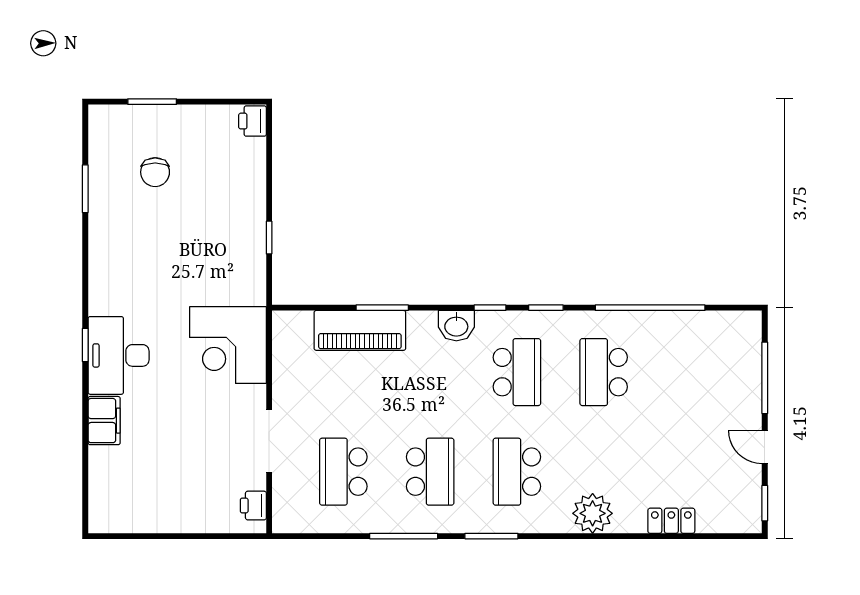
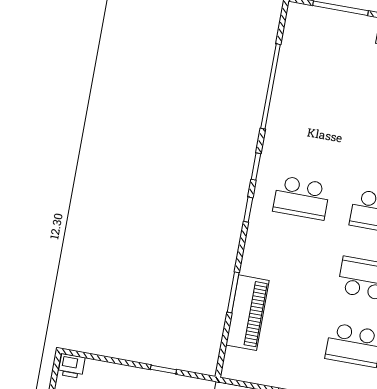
washbasin: (456, 326) -> (257, 238), removed
school desk: (517, 372) -> (301, 198), turned 180
school desk: (604, 372) -> (314, 131), removed

